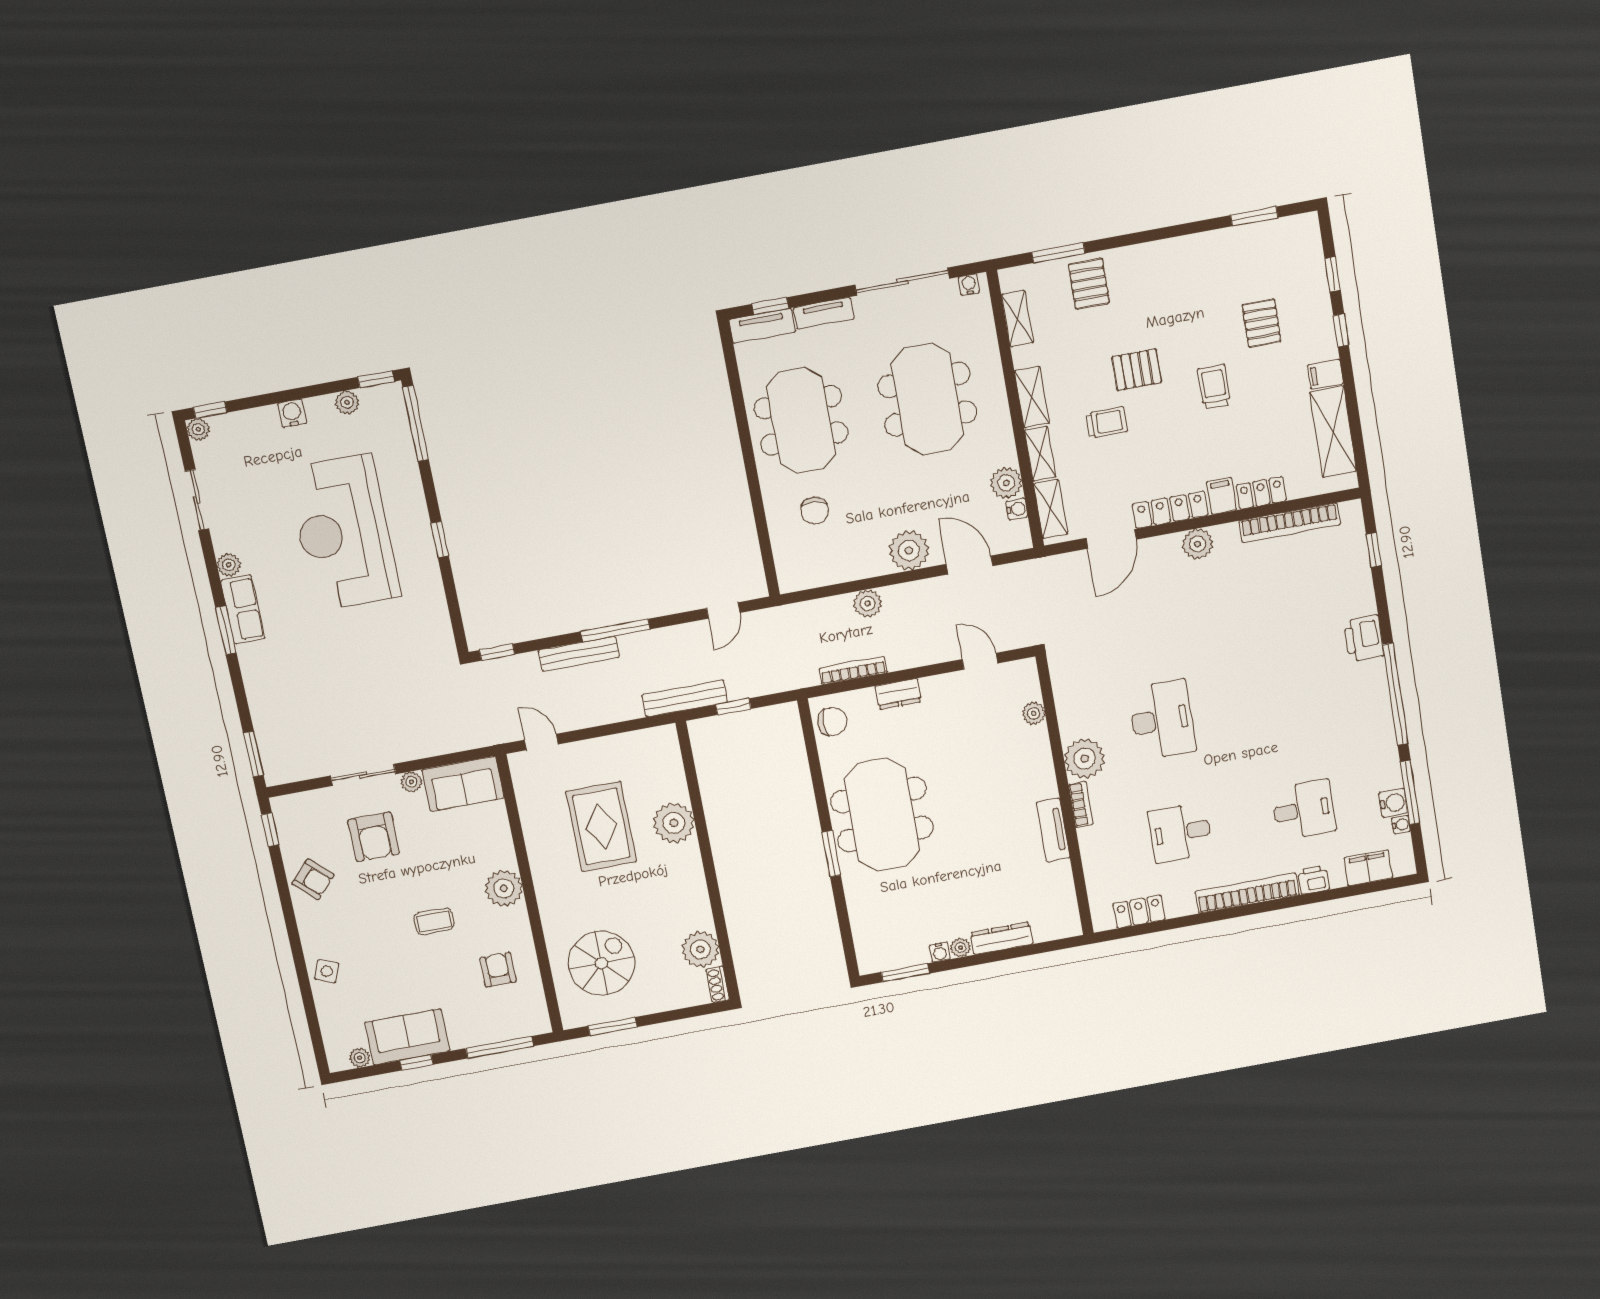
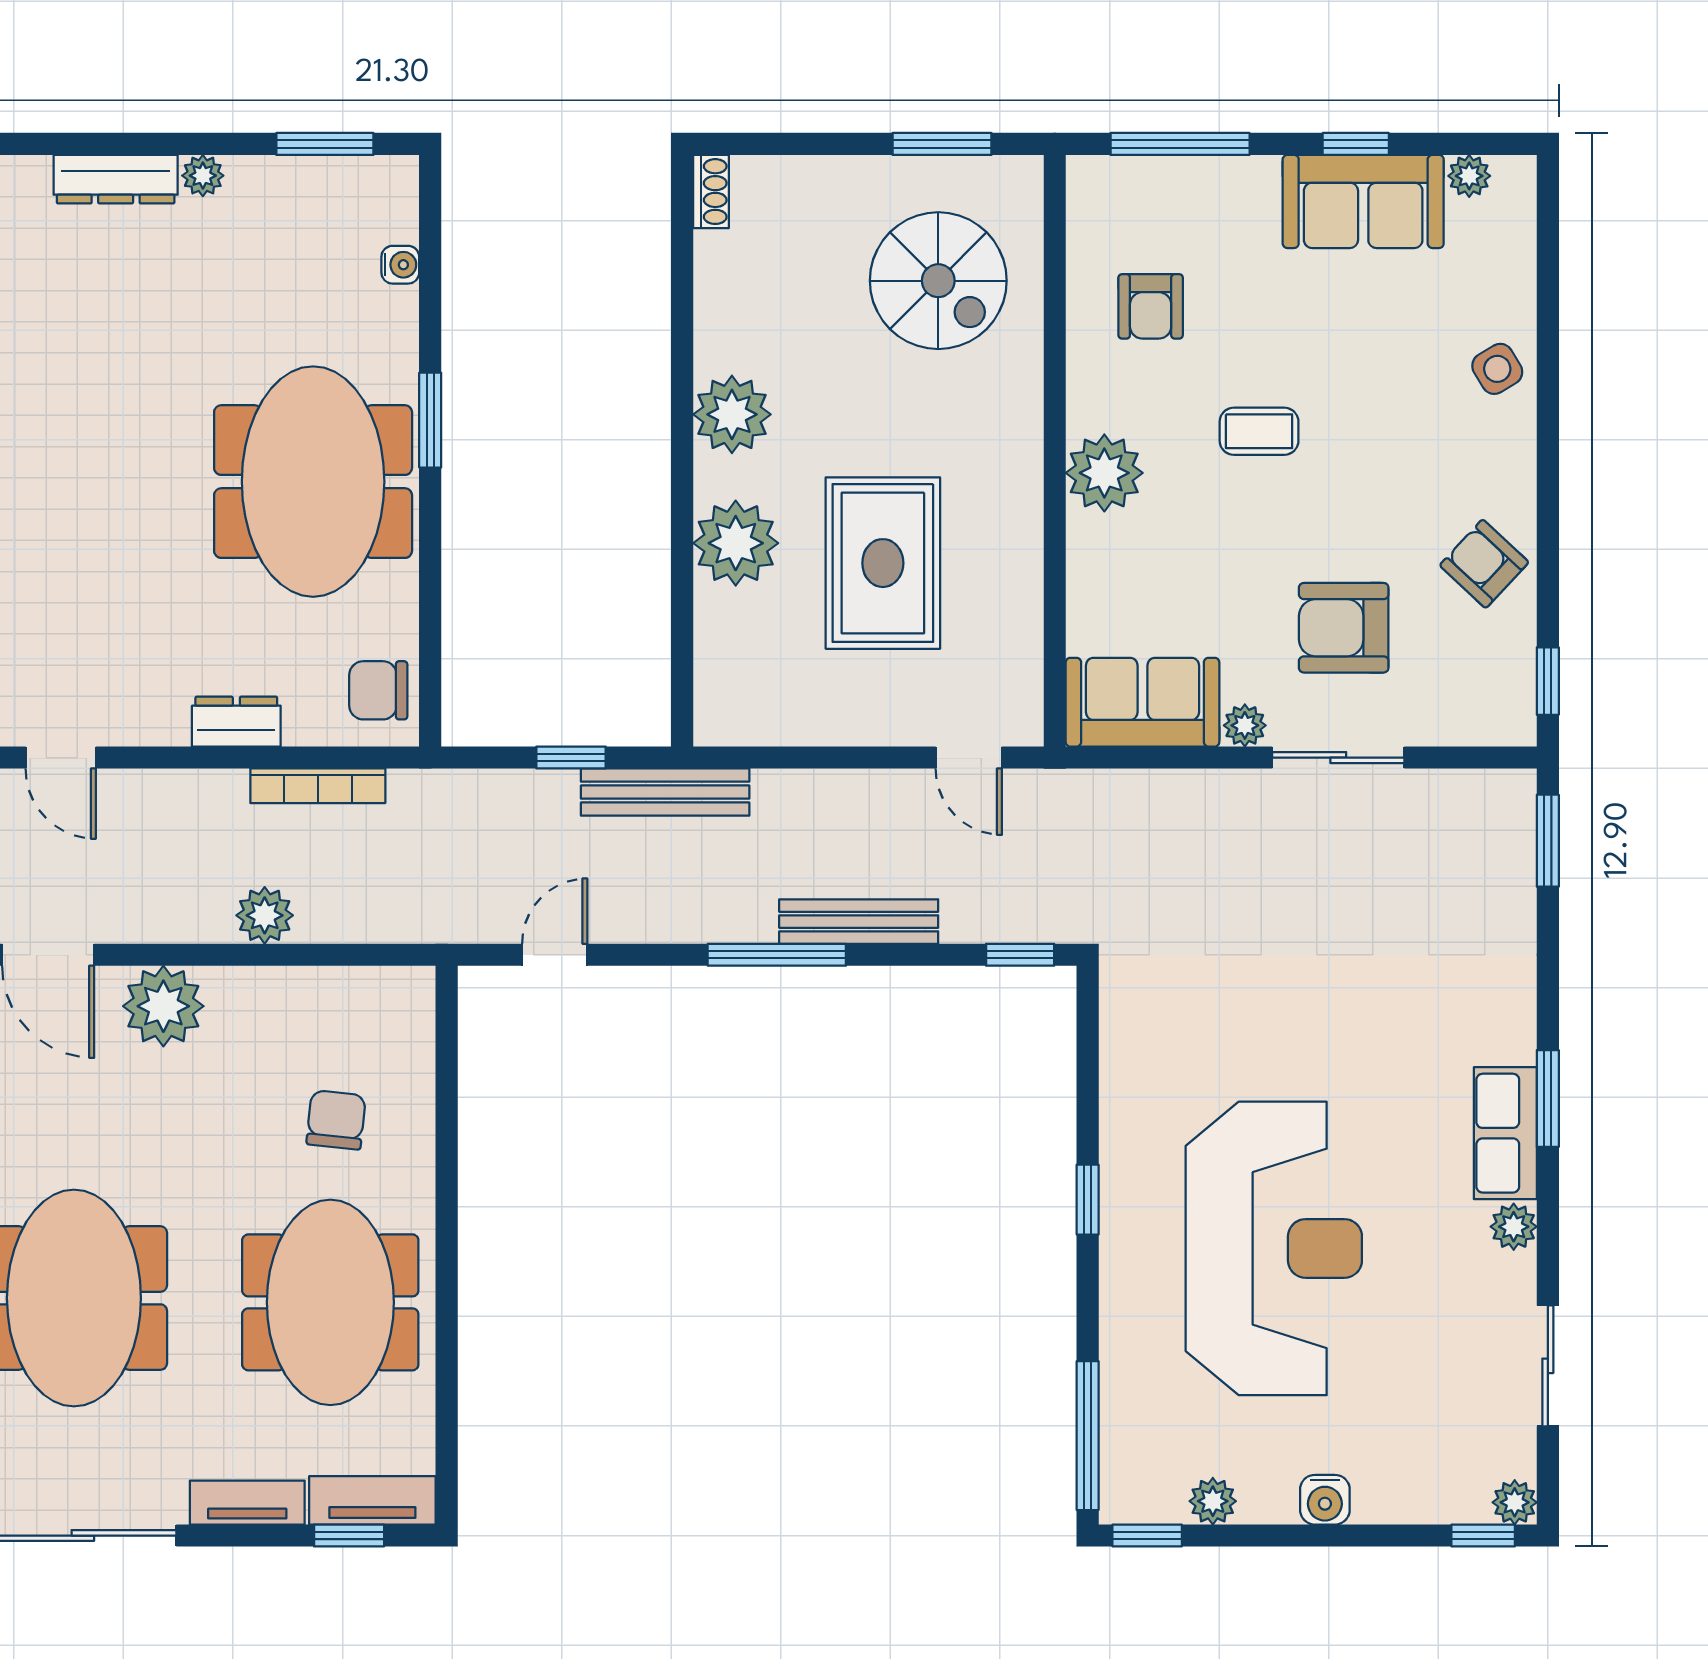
armchair: (374, 837) -> (1344, 628), turned -90
plant: (700, 949) -> (732, 414), moved
water cooler: (940, 952) -> (400, 265), moved, turned 90
spiral stairs: (601, 963) -> (938, 281), turned -90
side table: (327, 971) -> (1497, 369), turned 37

